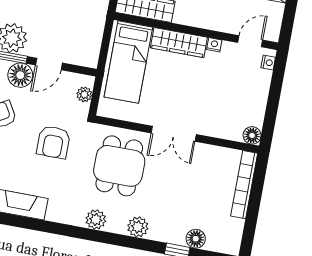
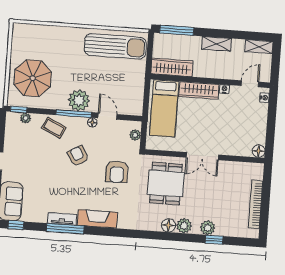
door: (49, 64) -> (108, 116), swing flipped
floor lamp: (20, 75) -> (92, 122), width x0.53, depth x0.53
bookcase: (244, 185) -> (256, 204), moved
plant: (96, 220) -> (208, 228), moved
floor lamp: (196, 239) -> (169, 225), moved

